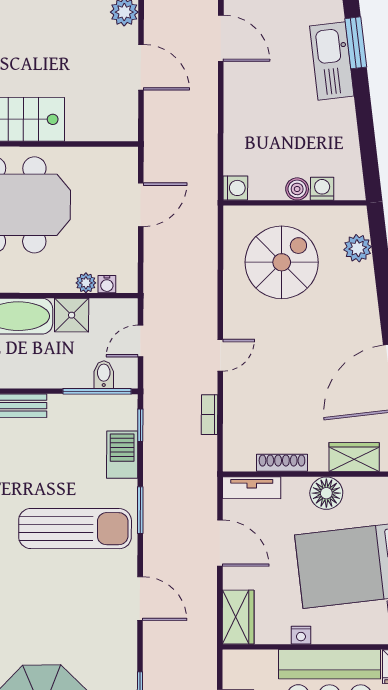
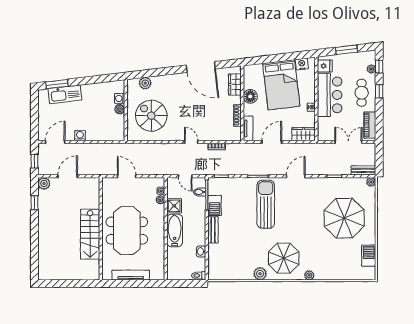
washing machine: (235, 188) -> (80, 136), moved
barbecue: (122, 455) -> (215, 205), moved, turned -90

